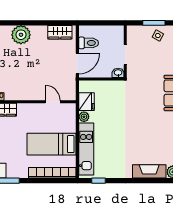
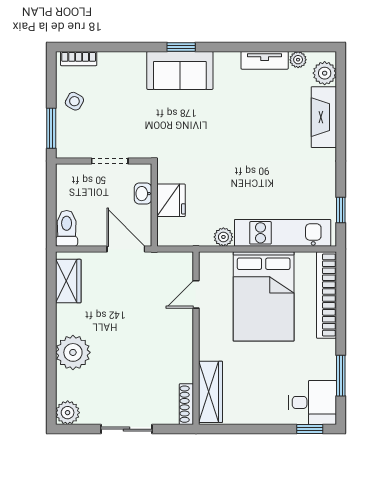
window: (154, 23) -> (51, 128), moved
toilet: (89, 43) -> (67, 228), moved
washbasin: (118, 73) -> (143, 194), moved
fridge: (86, 102) -> (171, 200), moved, turned 90
bed: (52, 144) -> (264, 296), width x1.50

